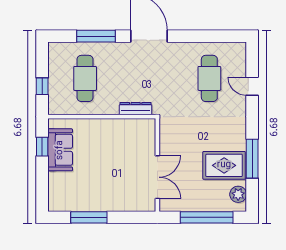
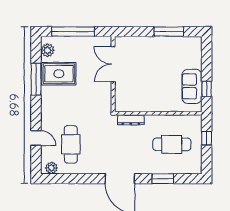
window: (96, 36) -> (163, 179), width x0.69
plant: (233, 49) -> (51, 168), added
cafe table: (85, 78) -> (172, 144), turned 90

